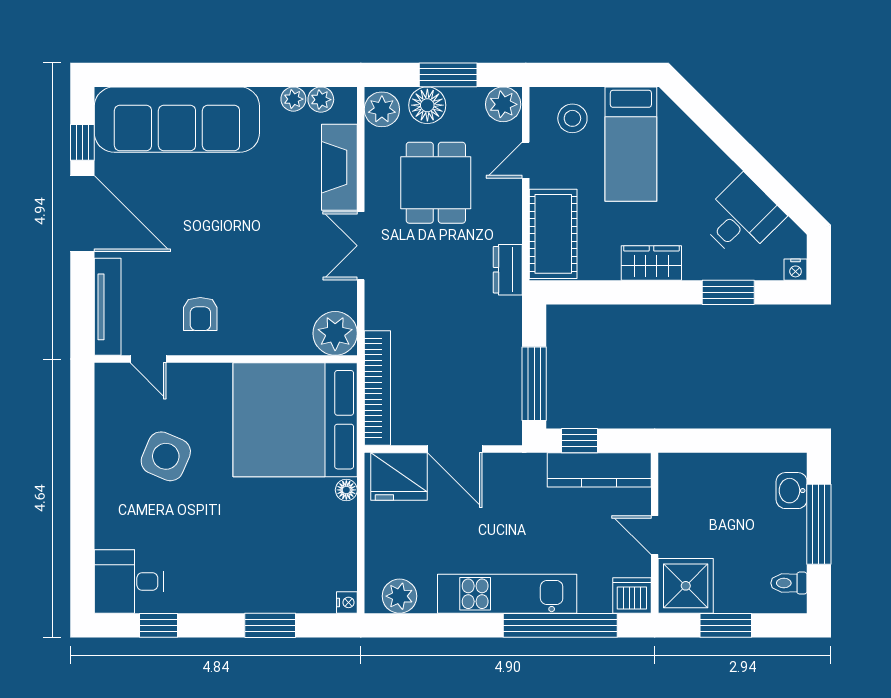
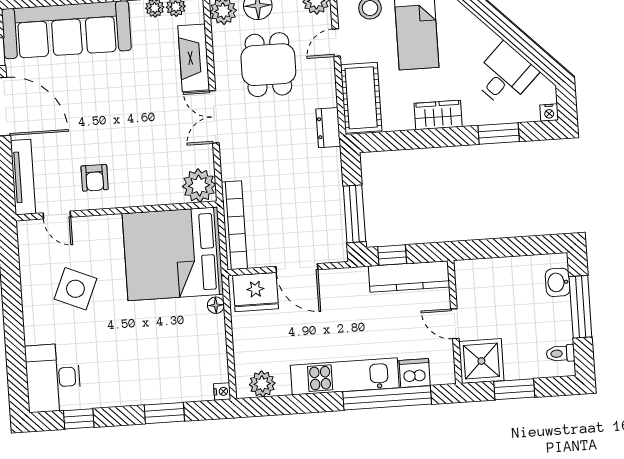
desk: (129, 582) -> (53, 378), width x1.37
dishwasher: (632, 596) -> (415, 373), moved

